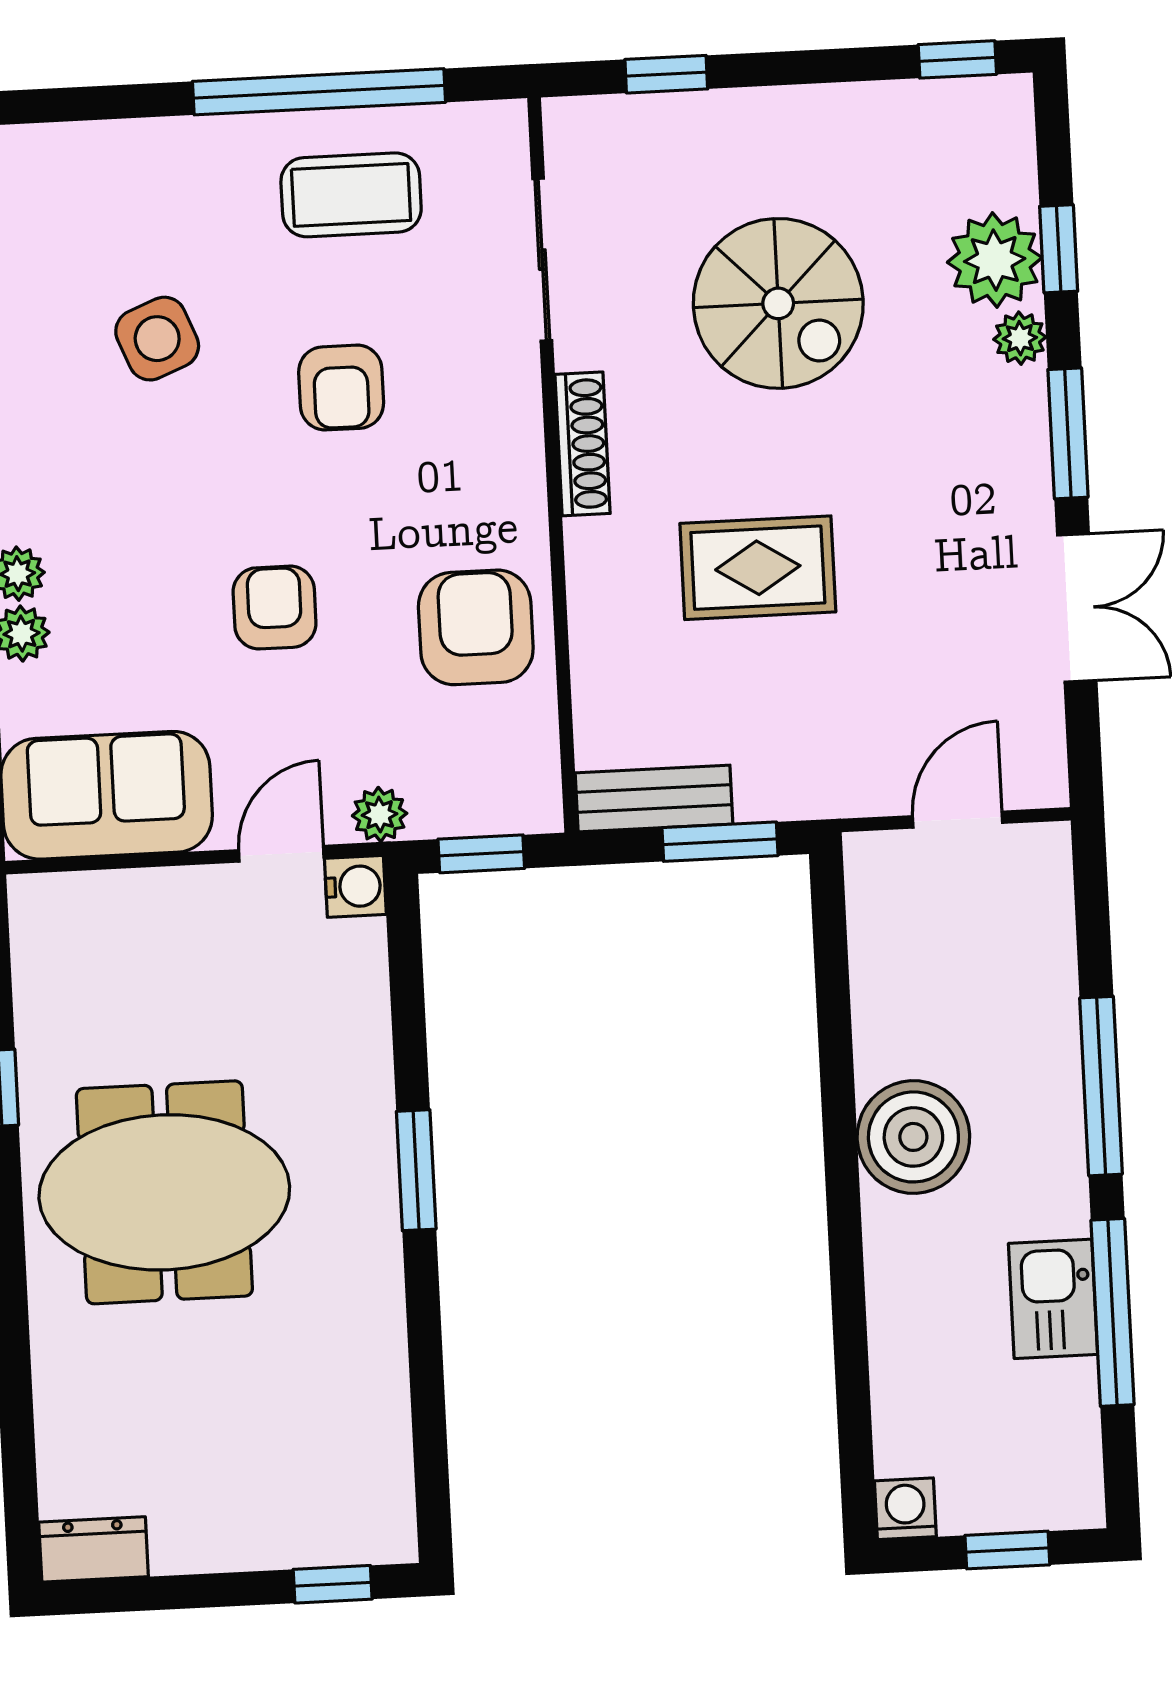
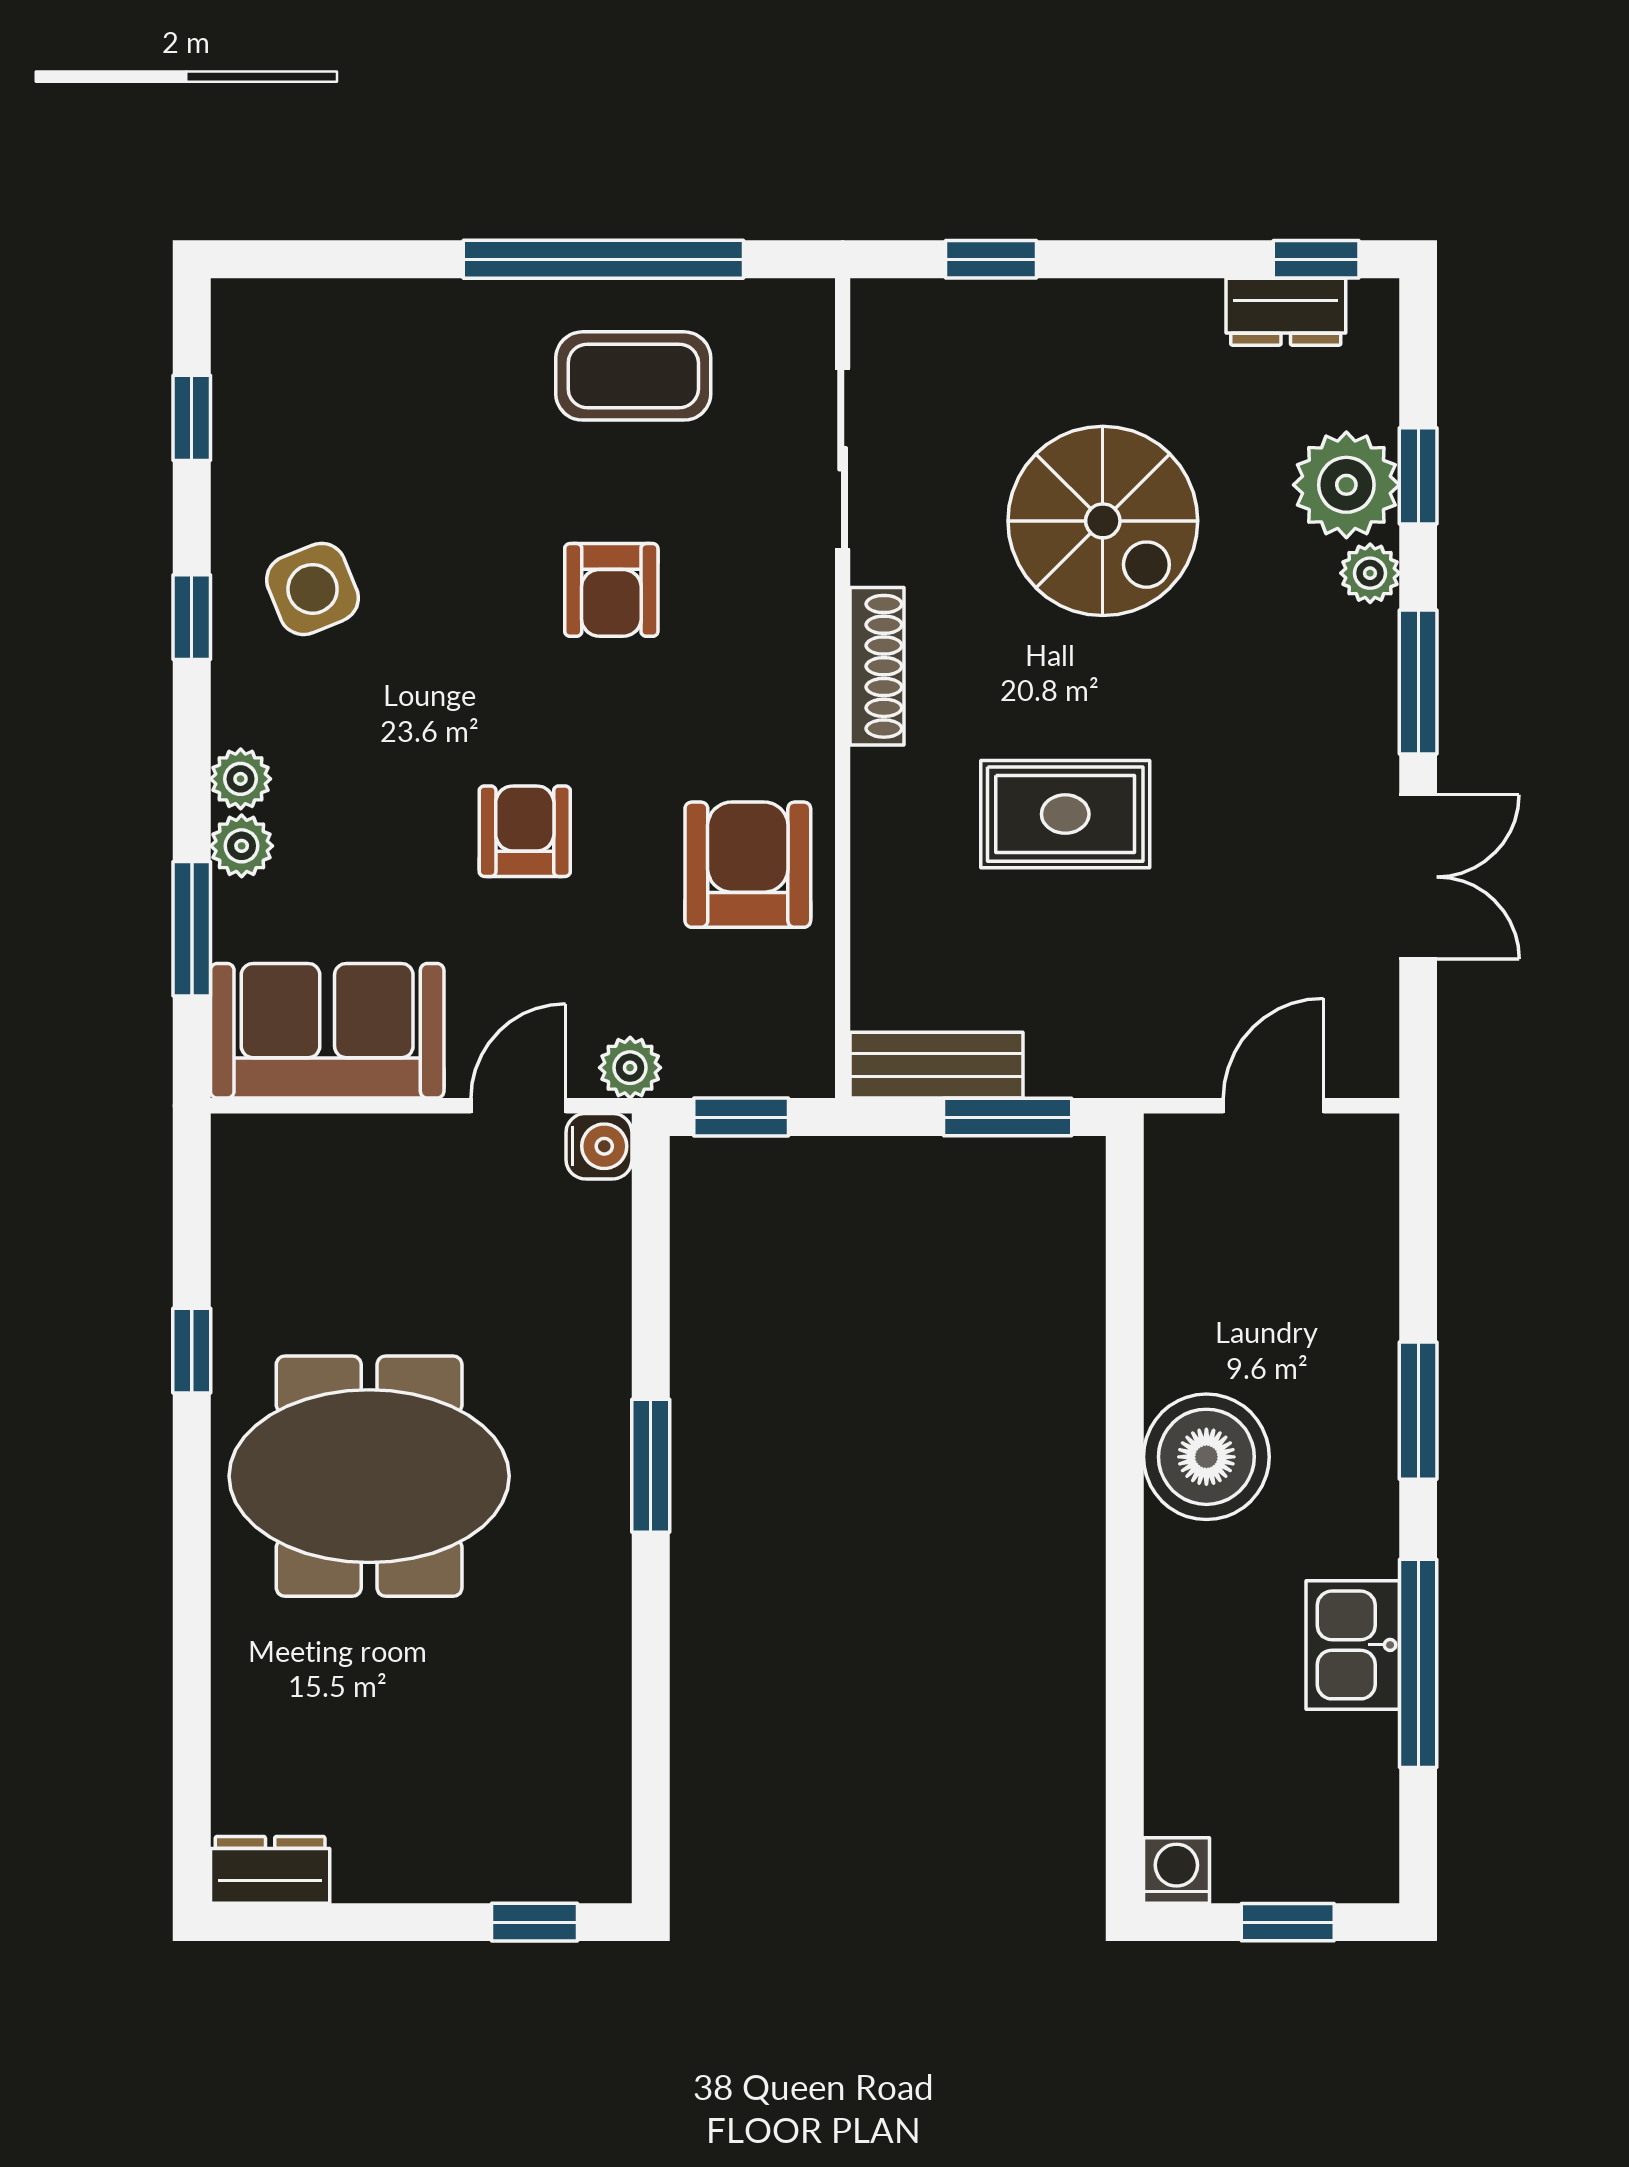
dresser: (933, 108) -> (1286, 312), added
side table: (157, 339) -> (313, 589), moved
window: (1101, 1086) -> (1418, 1411), width x0.69

